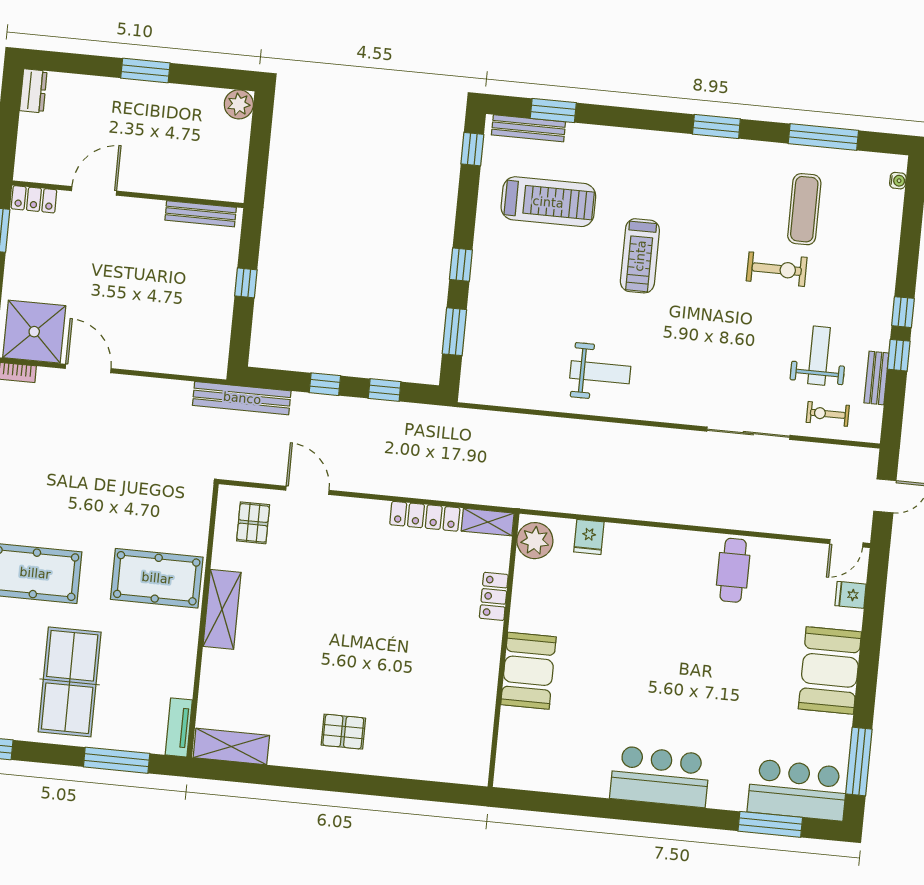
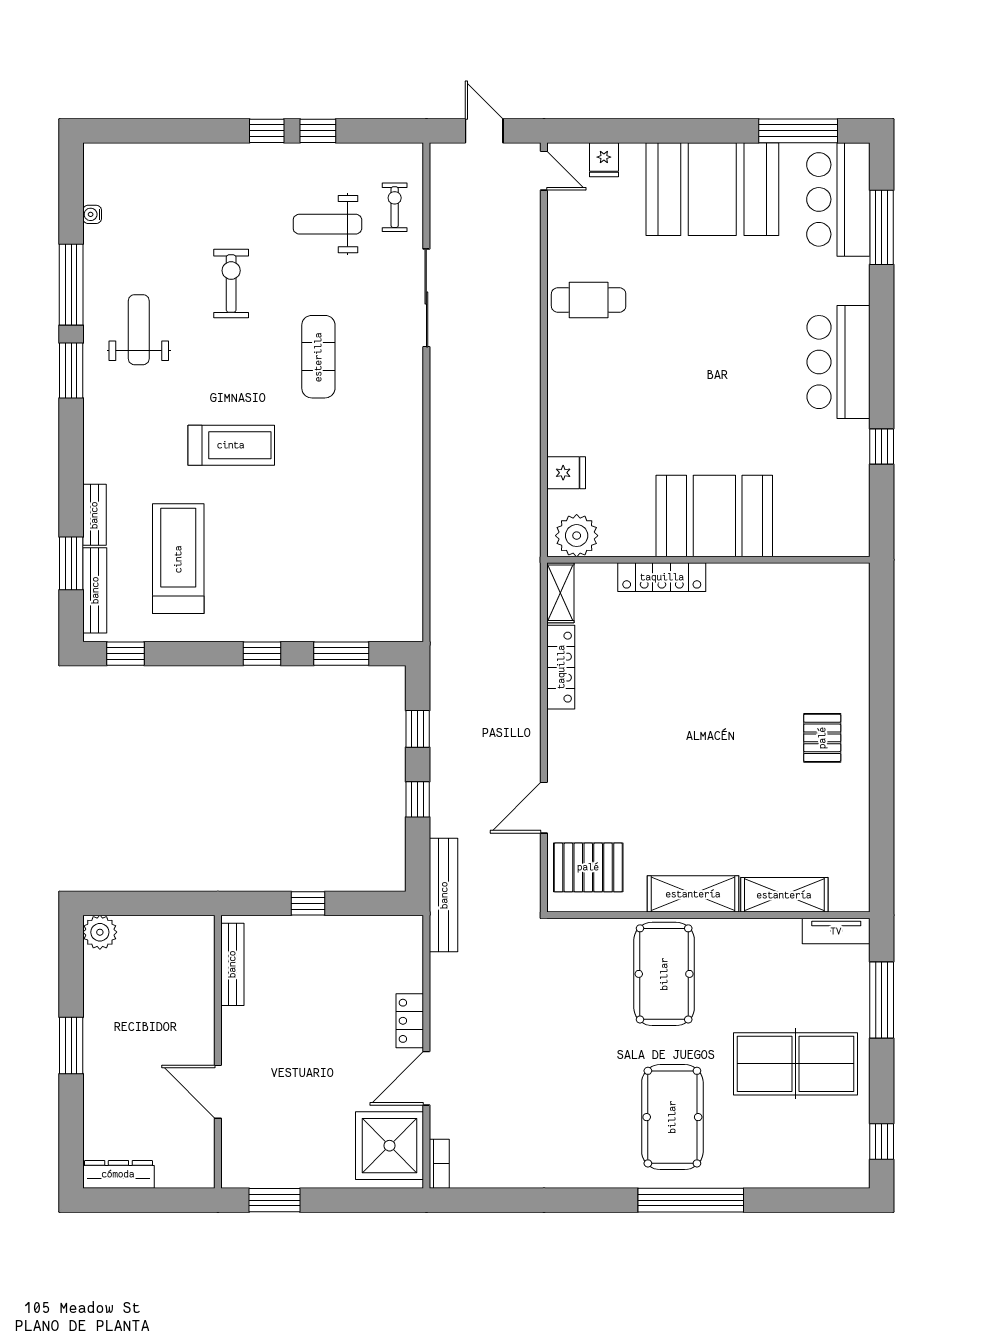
dresser: (33, 91) -> (118, 1174), width x1.44
window: (823, 137) -> (71, 285), moved
water cooler: (898, 181) -> (92, 214), moved, turned -90
locker: (34, 199) -> (410, 1021), moved, turned 180
exercise mat: (804, 209) -> (318, 357), moved, turned 90
weight bench: (600, 372) -> (139, 330), moved
bench: (876, 378) -> (94, 515), moved, turned 90
exercise bike: (828, 414) -> (395, 207), turned 180
pallet: (253, 523) -> (588, 867), width x1.50, depth x1.42
locker: (494, 596) -> (662, 577), width x1.53
booth: (830, 670) -> (712, 189), width x1.36, depth x1.42
booth: (528, 671) -> (714, 516), width x1.36, depth x1.42
shelving: (231, 747) -> (784, 895), moved, turned 90
window: (585, 806) -> (882, 446), added

